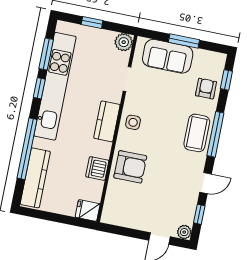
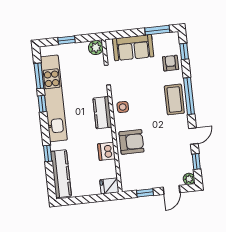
window: (184, 41) -> (157, 30), moved
window: (27, 149) -> (48, 153), width x0.32
window: (127, 232) -> (145, 193), added

